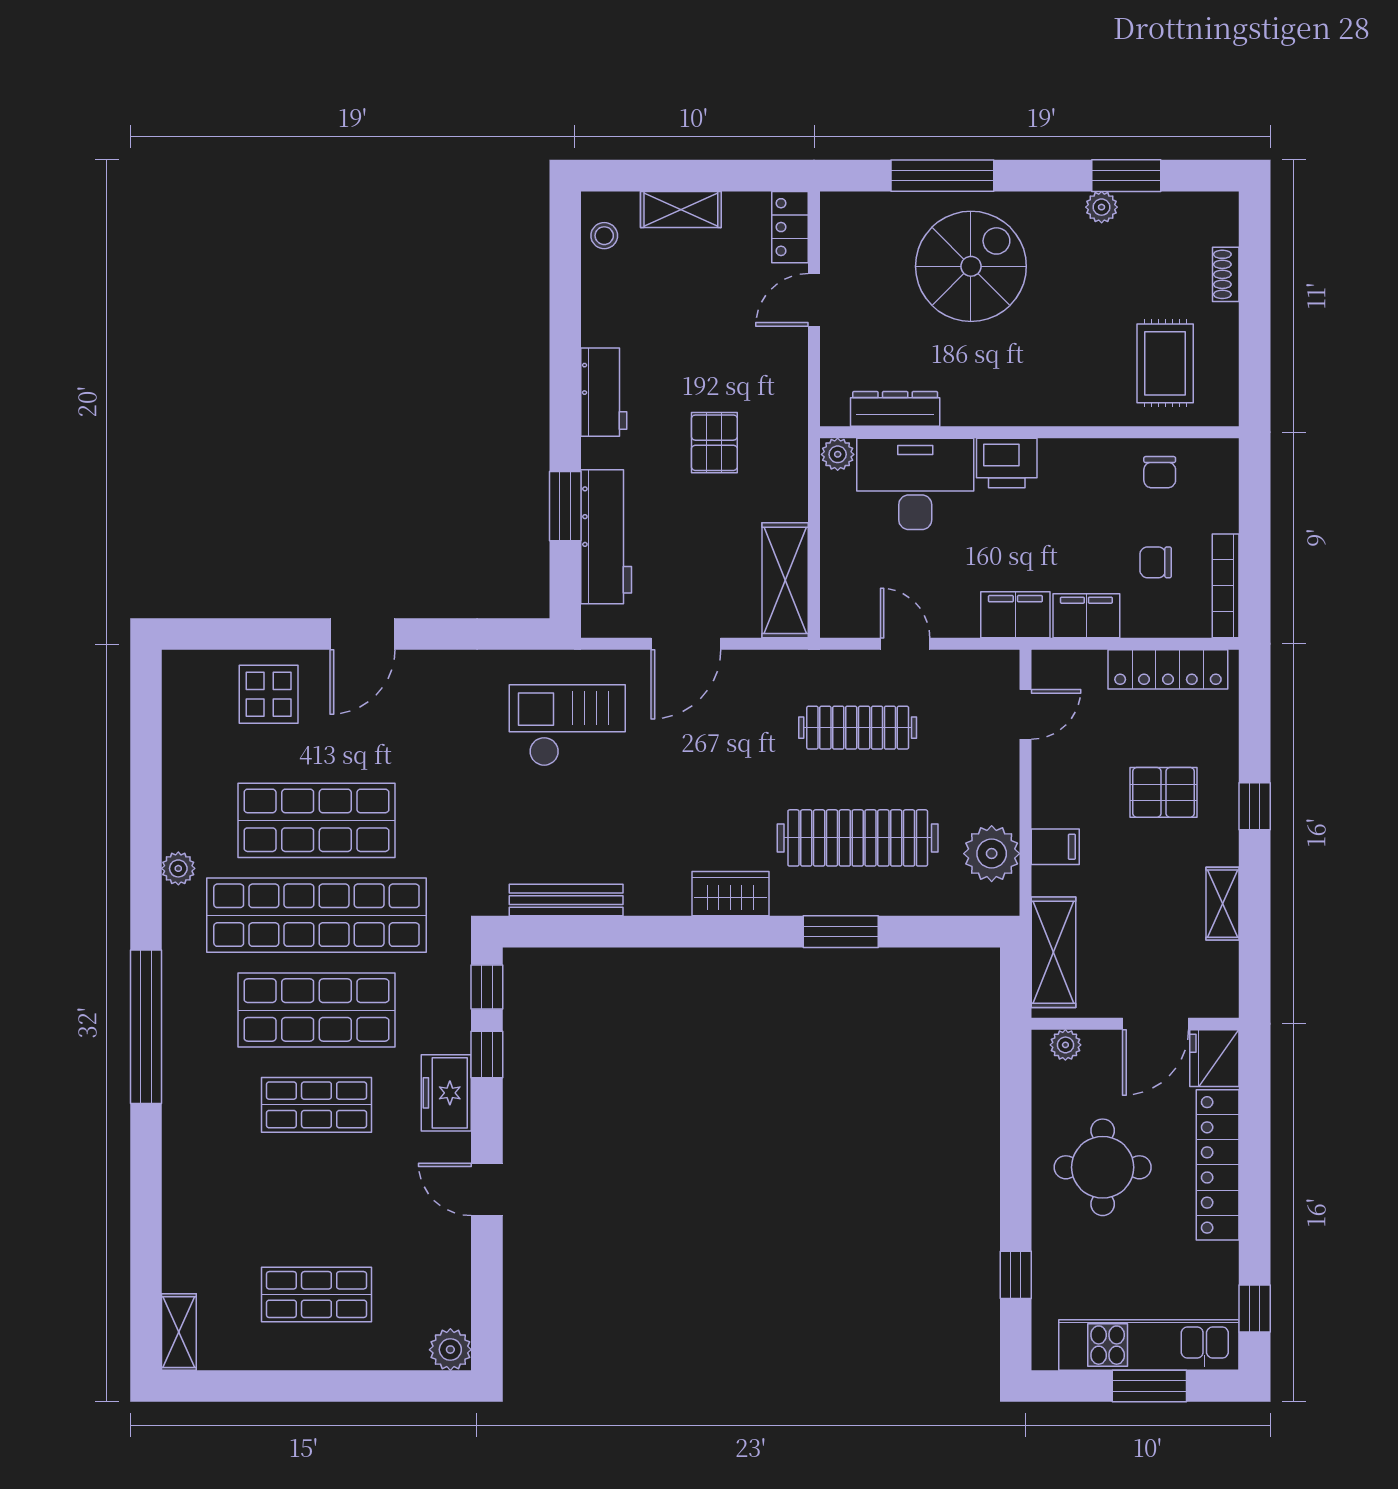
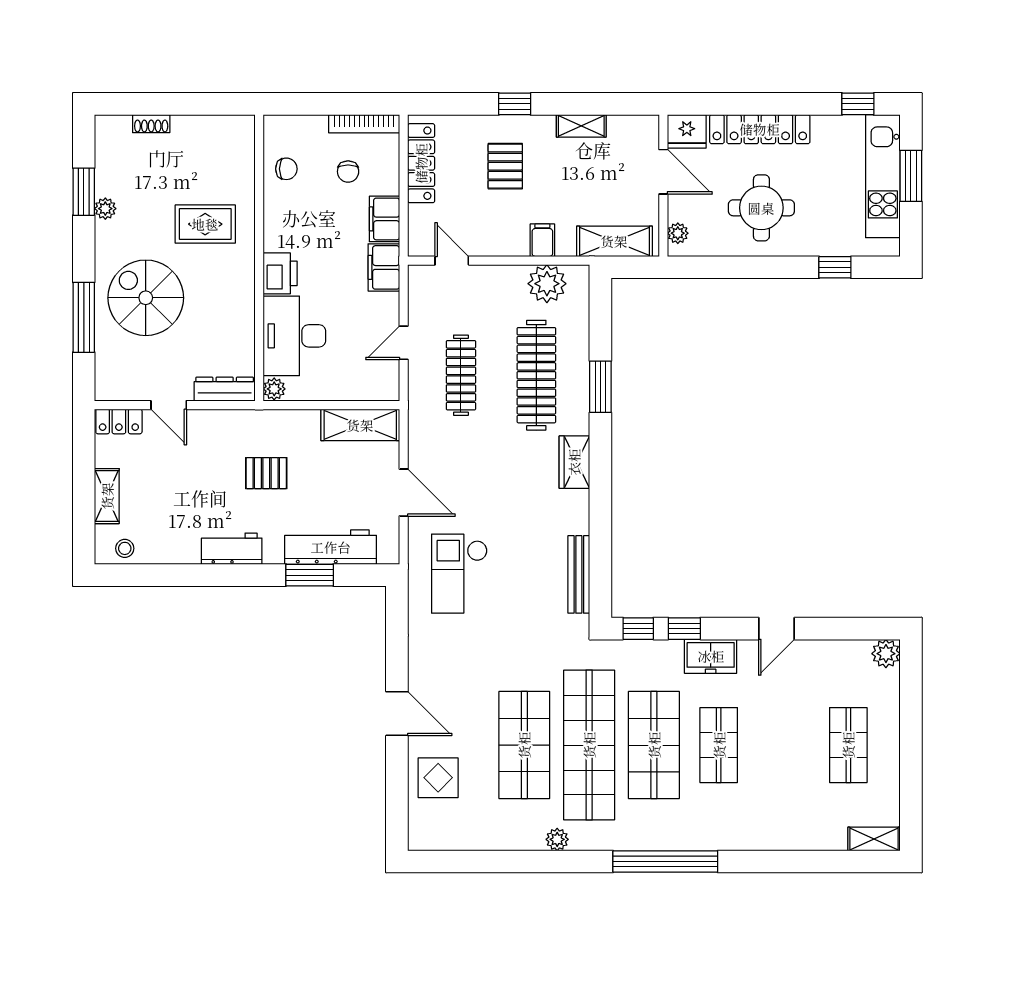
rug: (1165, 363) -> (205, 224), moved
dresser: (895, 409) -> (225, 389), moved, turned 90

